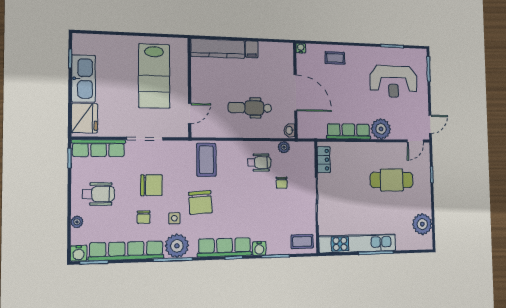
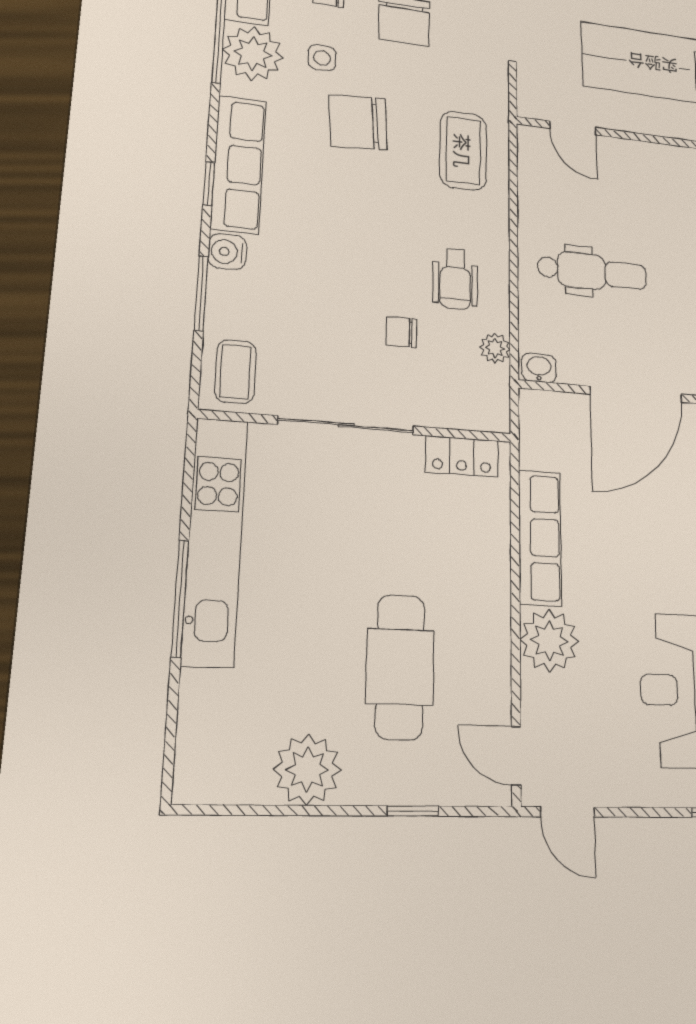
dental chair: (250, 108) -> (592, 272), turned 90
coffee table: (206, 160) -> (463, 151), turned 90
plant: (422, 224) -> (307, 770), moved

